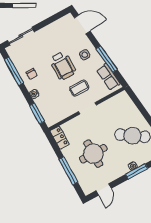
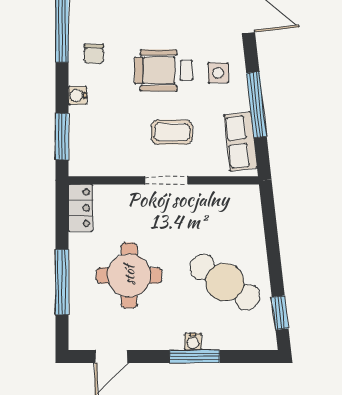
wheelchair: (63, 66) -> (163, 70), turned 90

